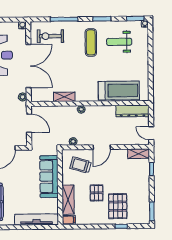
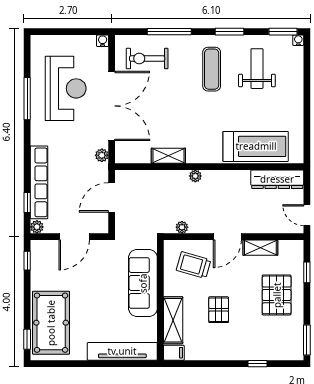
weight bench: (119, 42) -> (257, 69), turned 90
door: (29, 123) -> (112, 197), swing flipped
shelving: (139, 154) -> (260, 248), moved
pallet: (118, 206) -> (277, 295), moved

